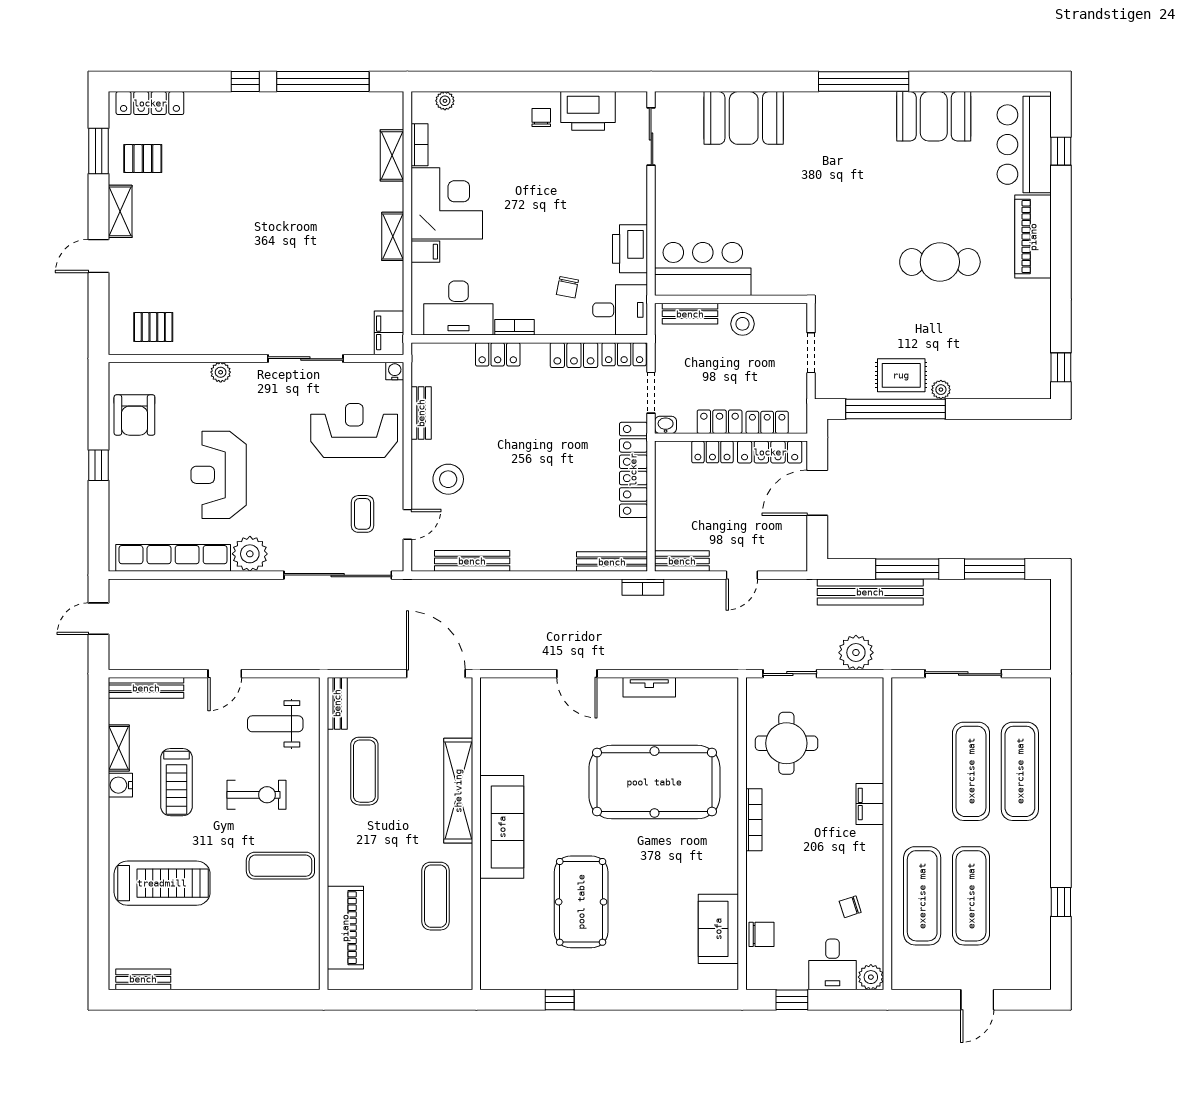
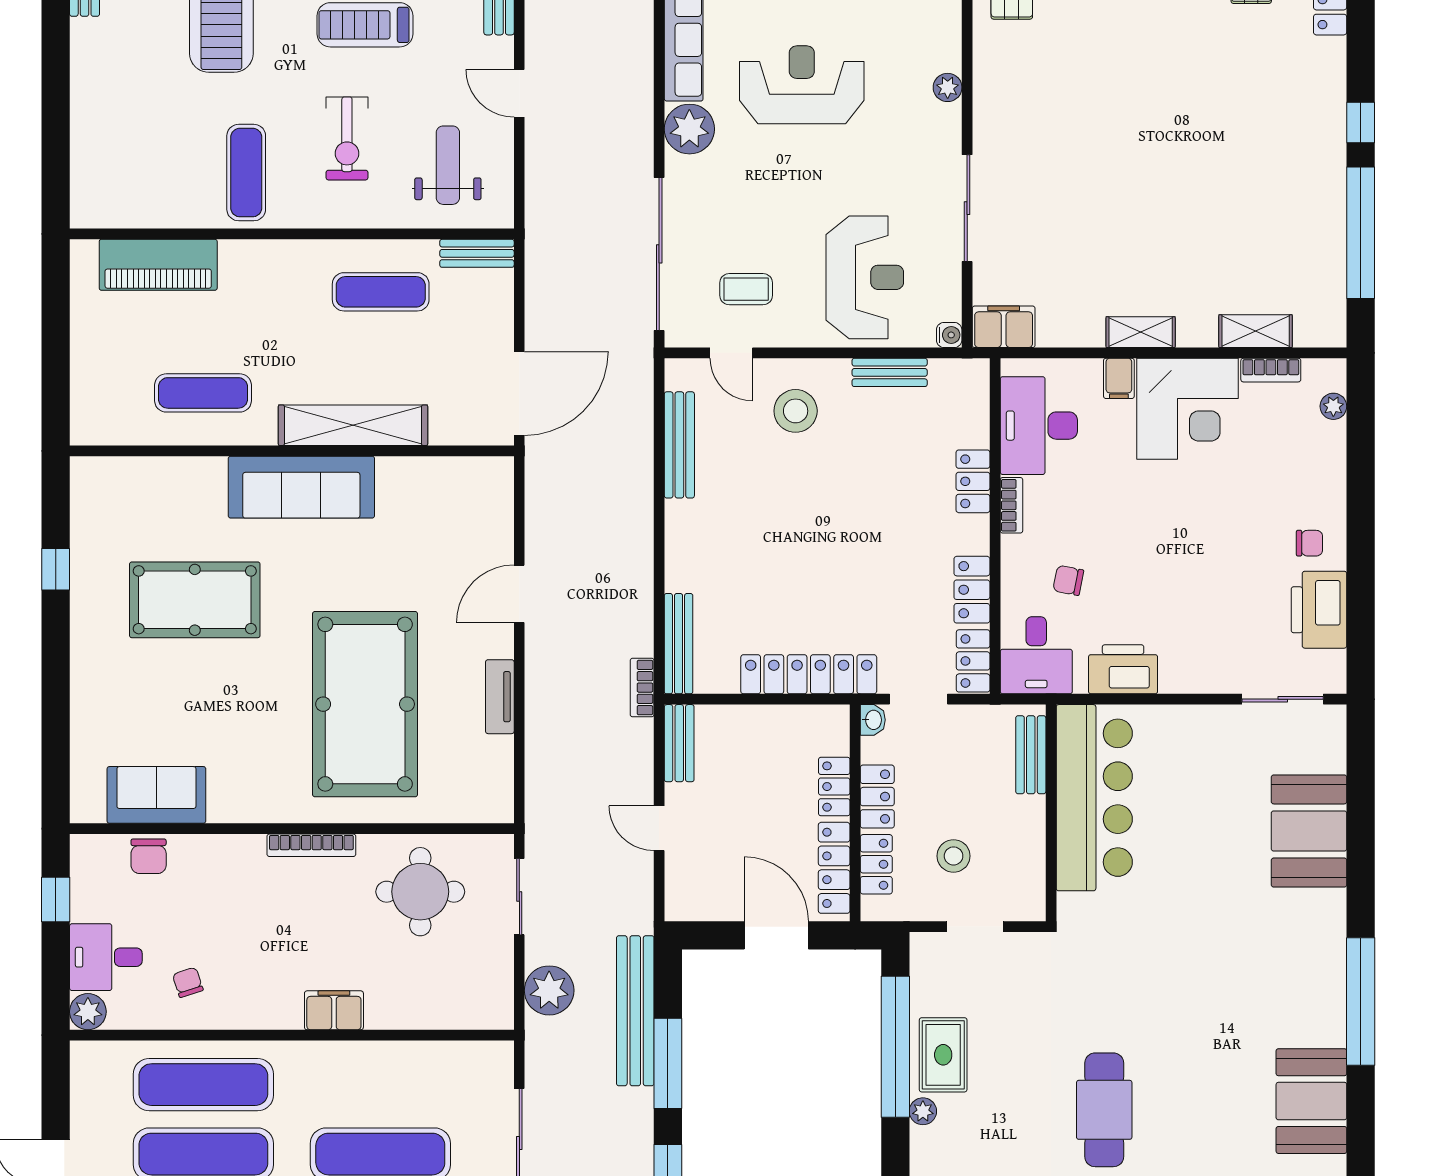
bar counter: (703, 269) -> (1094, 798), width x1.36
stool: (742, 324) -> (954, 856), moved

